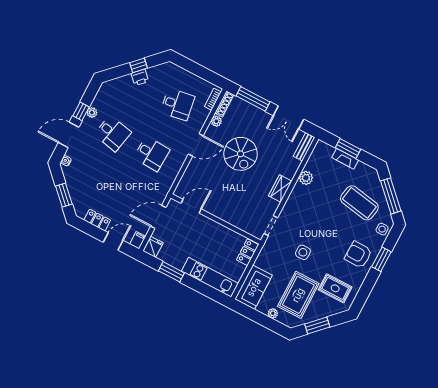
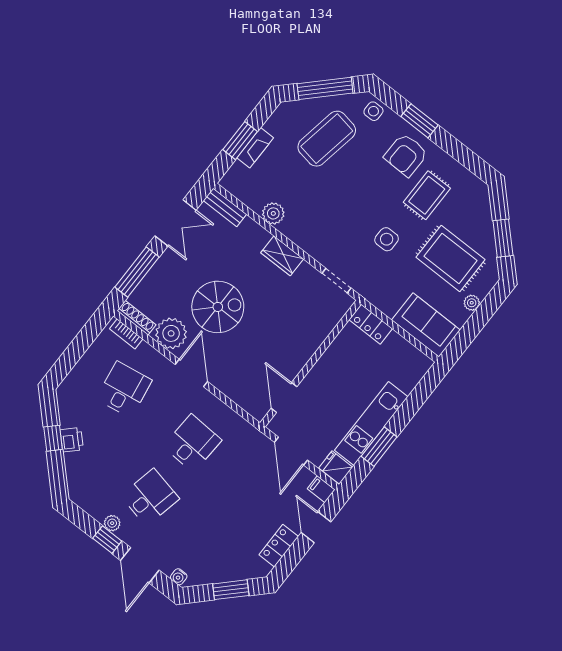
plant: (216, 121) -> (171, 333), width x1.87, depth x1.87
kitchen unit: (210, 277) -> (371, 424), moved
rug: (335, 288) -> (427, 195), moved

